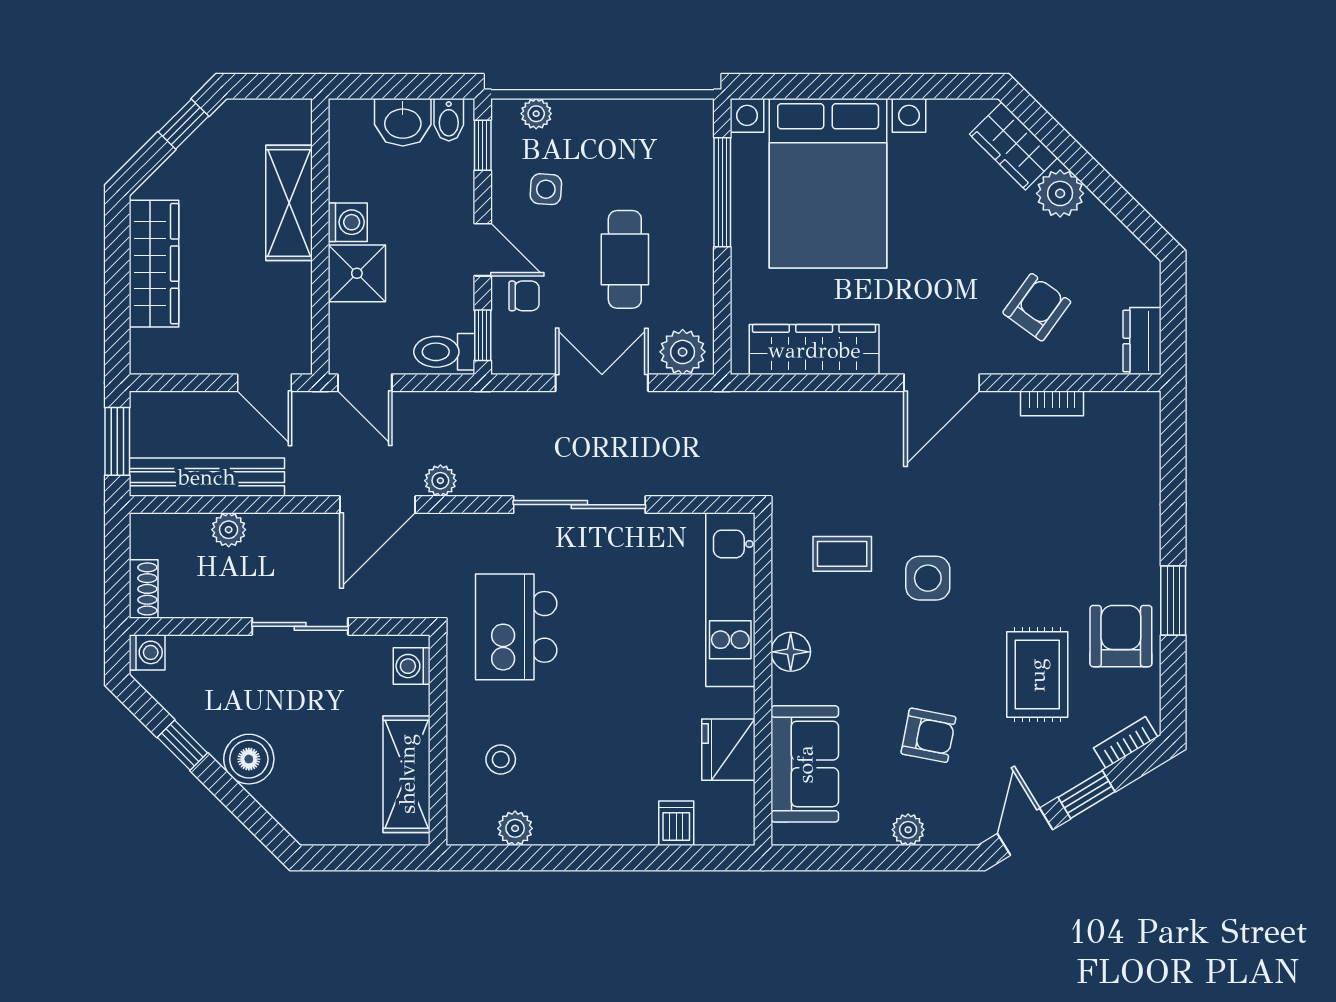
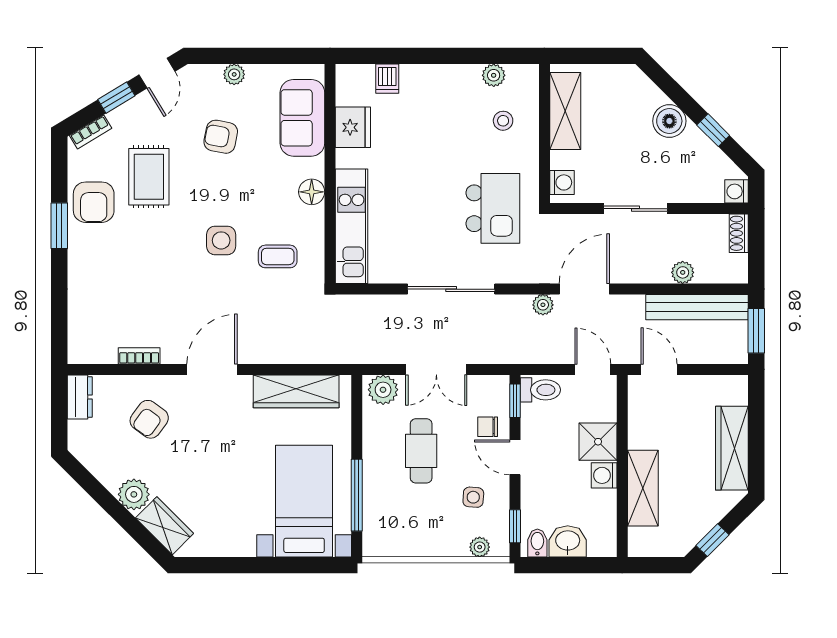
bed with nightstands: (828, 183) -> (304, 501), width x0.73

